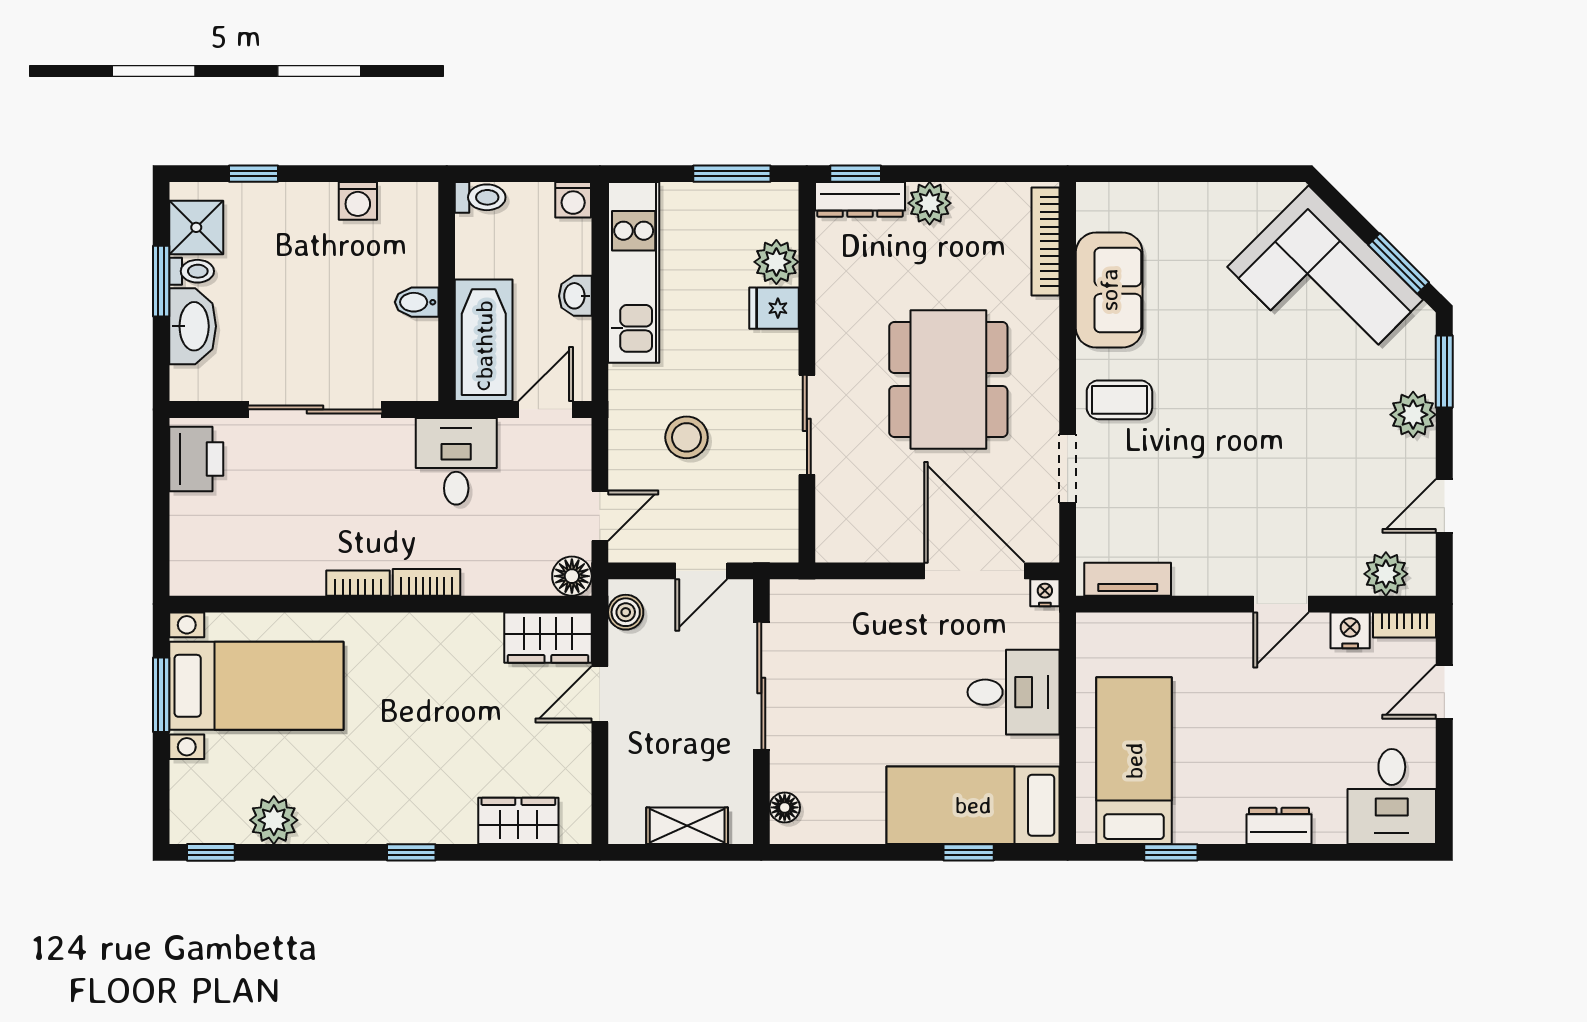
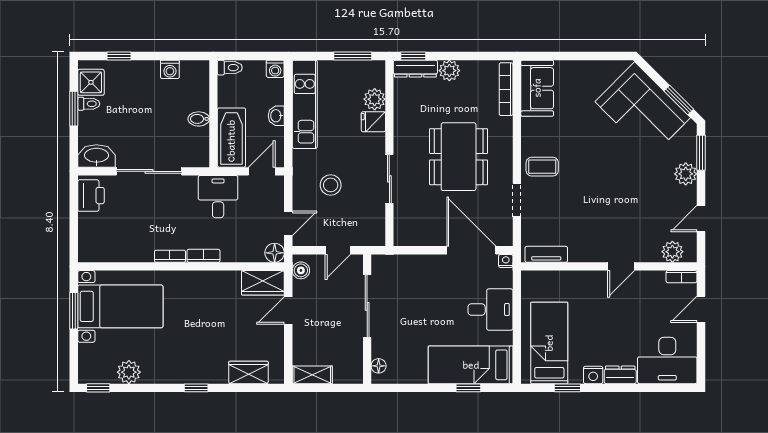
sofa: (1109, 290) -> (537, 88), moved
washbasin: (193, 326) -> (96, 156), moved, turned -90
nightstand: (1350, 630) -> (593, 375), moved, turned 180
desk: (1392, 796) -> (667, 360), width x1.37
shelving: (687, 826) -> (312, 375), moved

